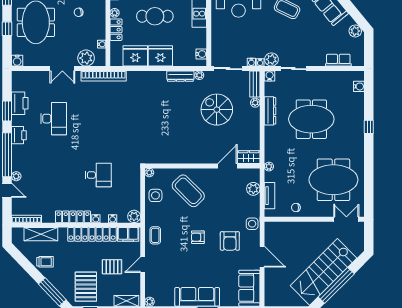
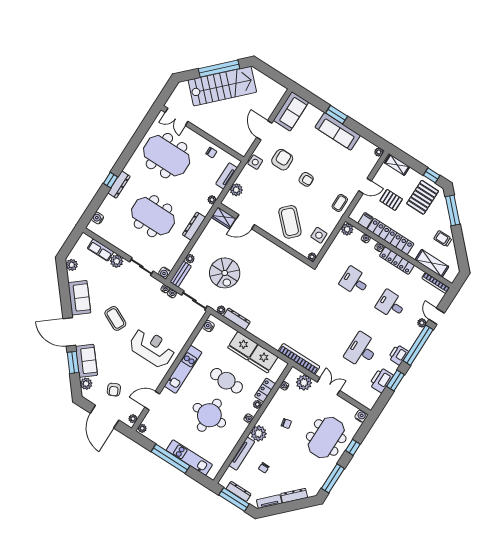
plant: (271, 59) -> (117, 261), moved
dresser: (270, 111) -> (194, 226), moved
dresser: (359, 128) -> (119, 185), added
desk: (54, 175) -> (391, 304), added
filing cabinet: (128, 234) -> (366, 220), width x0.50

